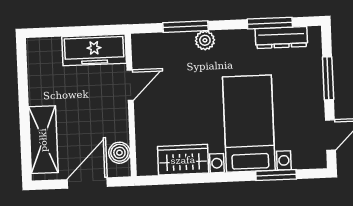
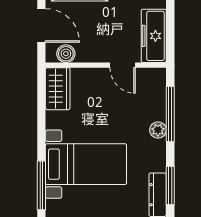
window: (185, 27) -> (170, 114), width x1.44
wardrobe: (183, 160) -> (58, 89), moved
window: (276, 175) -> (41, 185), width x1.44

